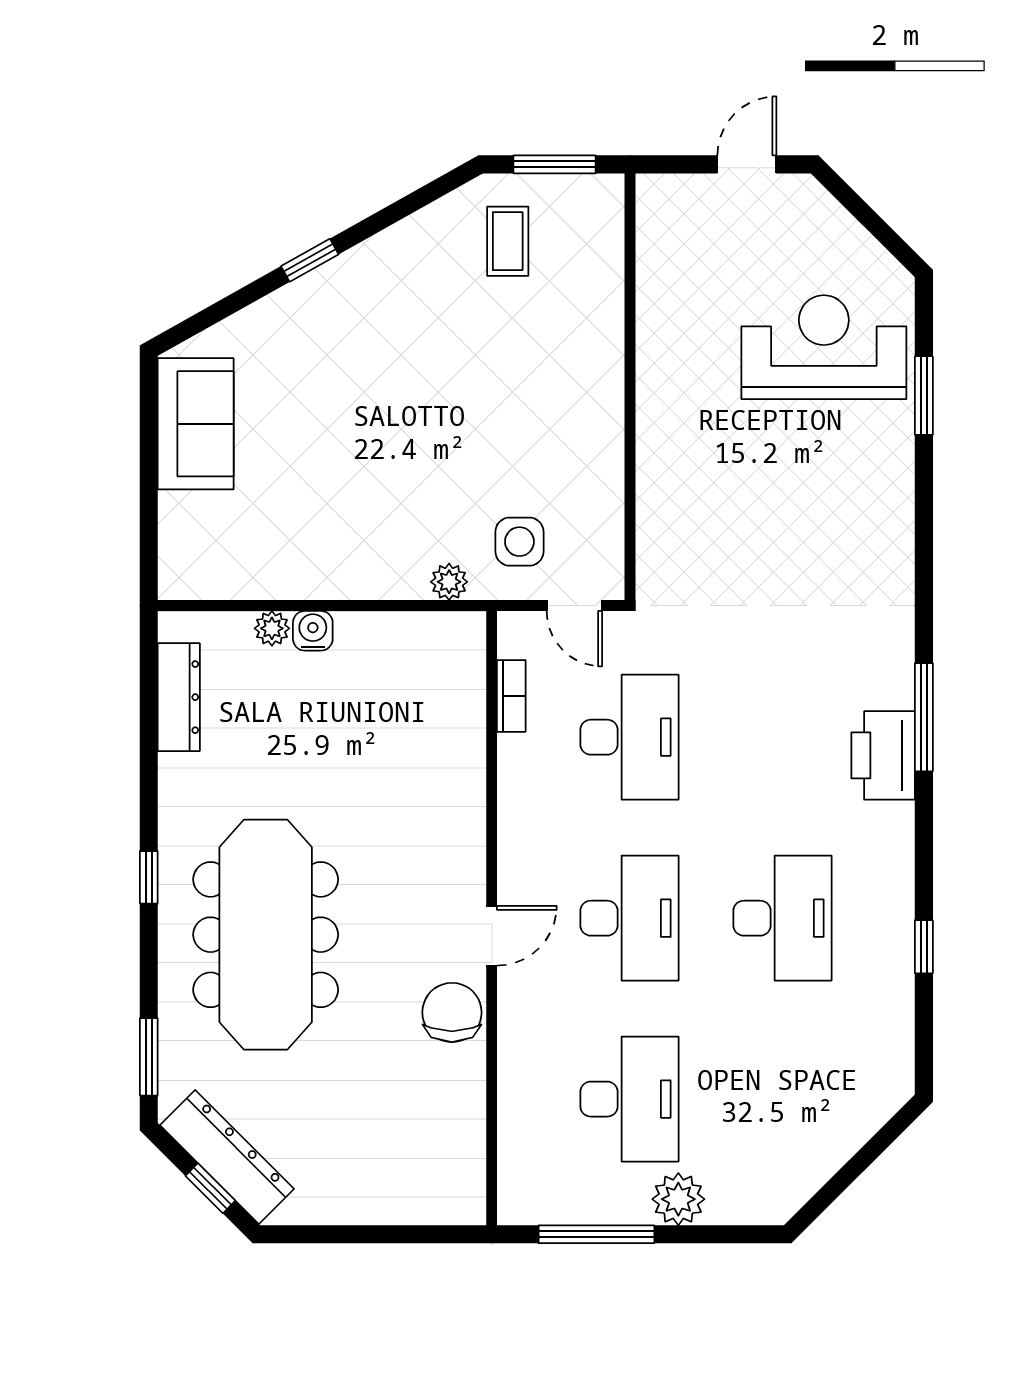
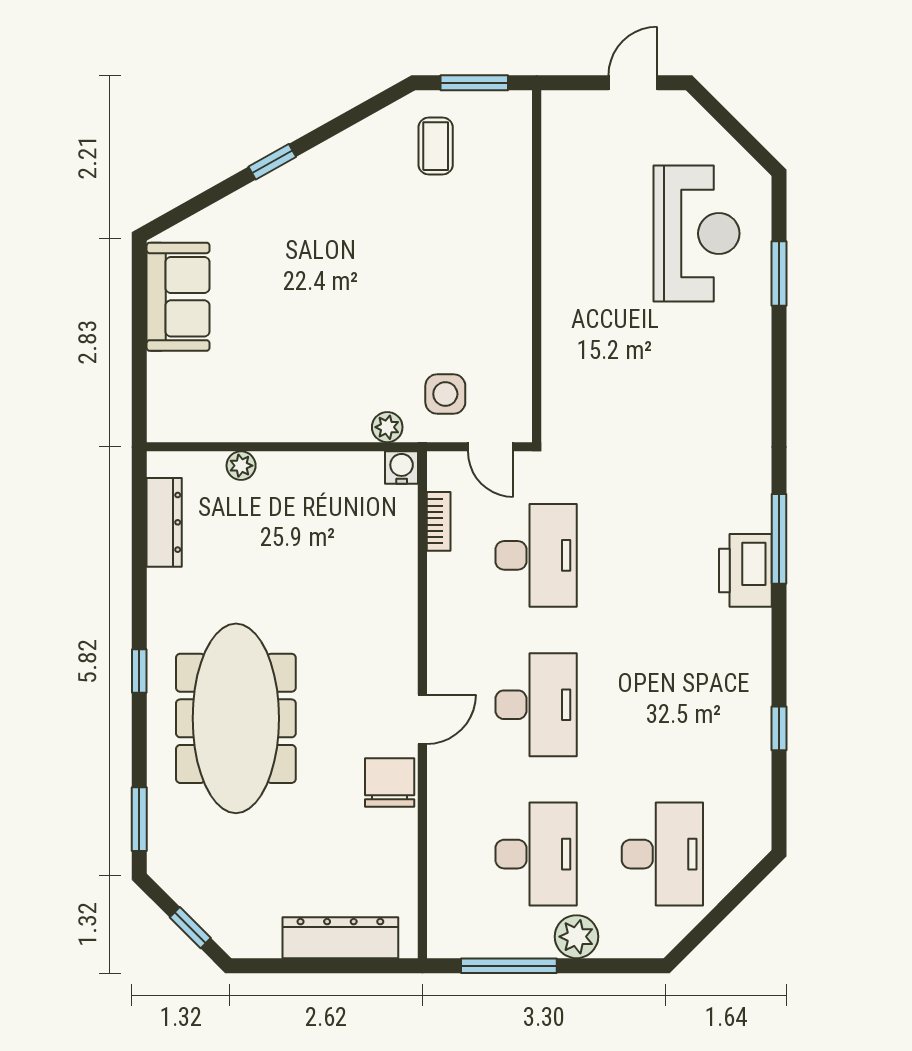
reception desk: (824, 347) -> (697, 233), turned 90
water cooler: (313, 631) -> (402, 468), moved
desk: (782, 918) -> (662, 854), moved
dresser: (227, 1157) -> (340, 938), moved, turned -45

